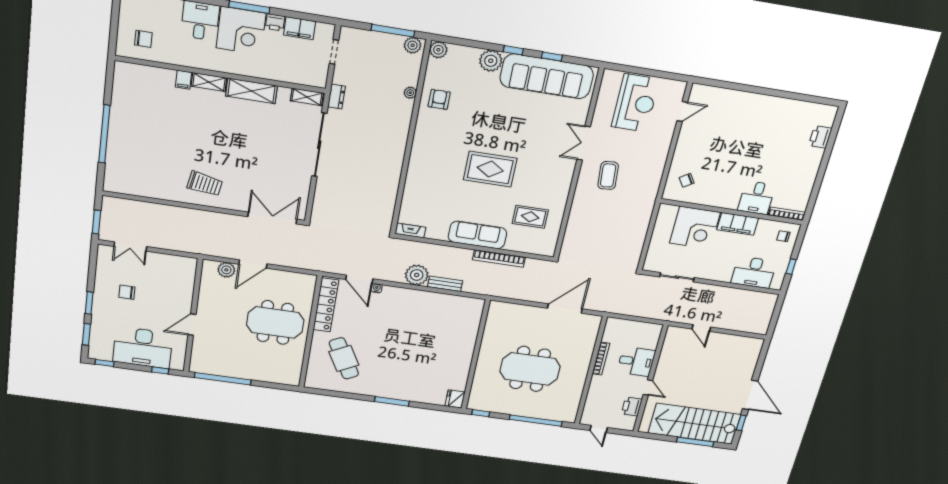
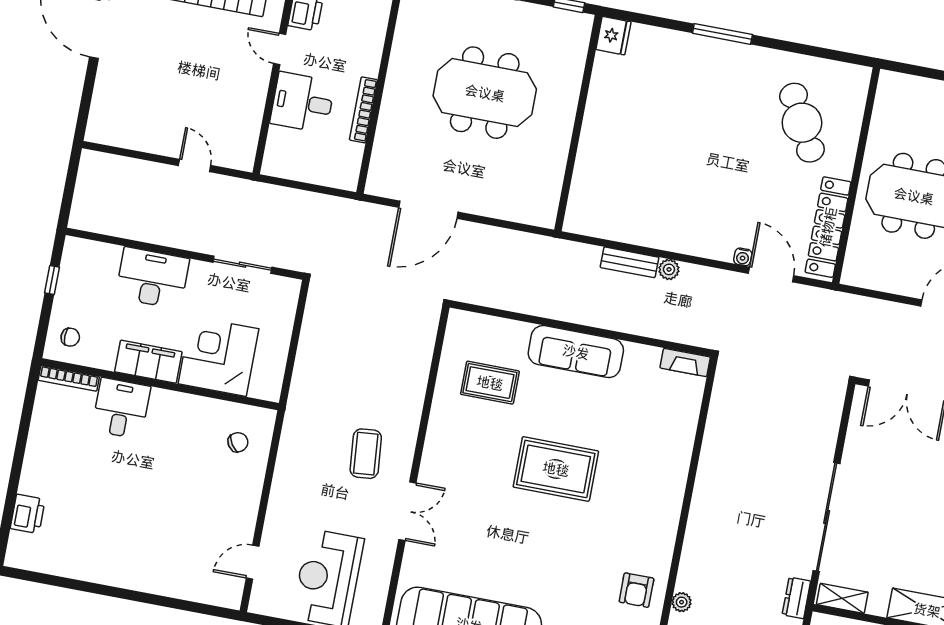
bookcase: (499, 258) -> (540, 307), removed
desk: (754, 272) -> (152, 278), moved
plant: (417, 275) -> (669, 269), width x0.53, depth x0.53

